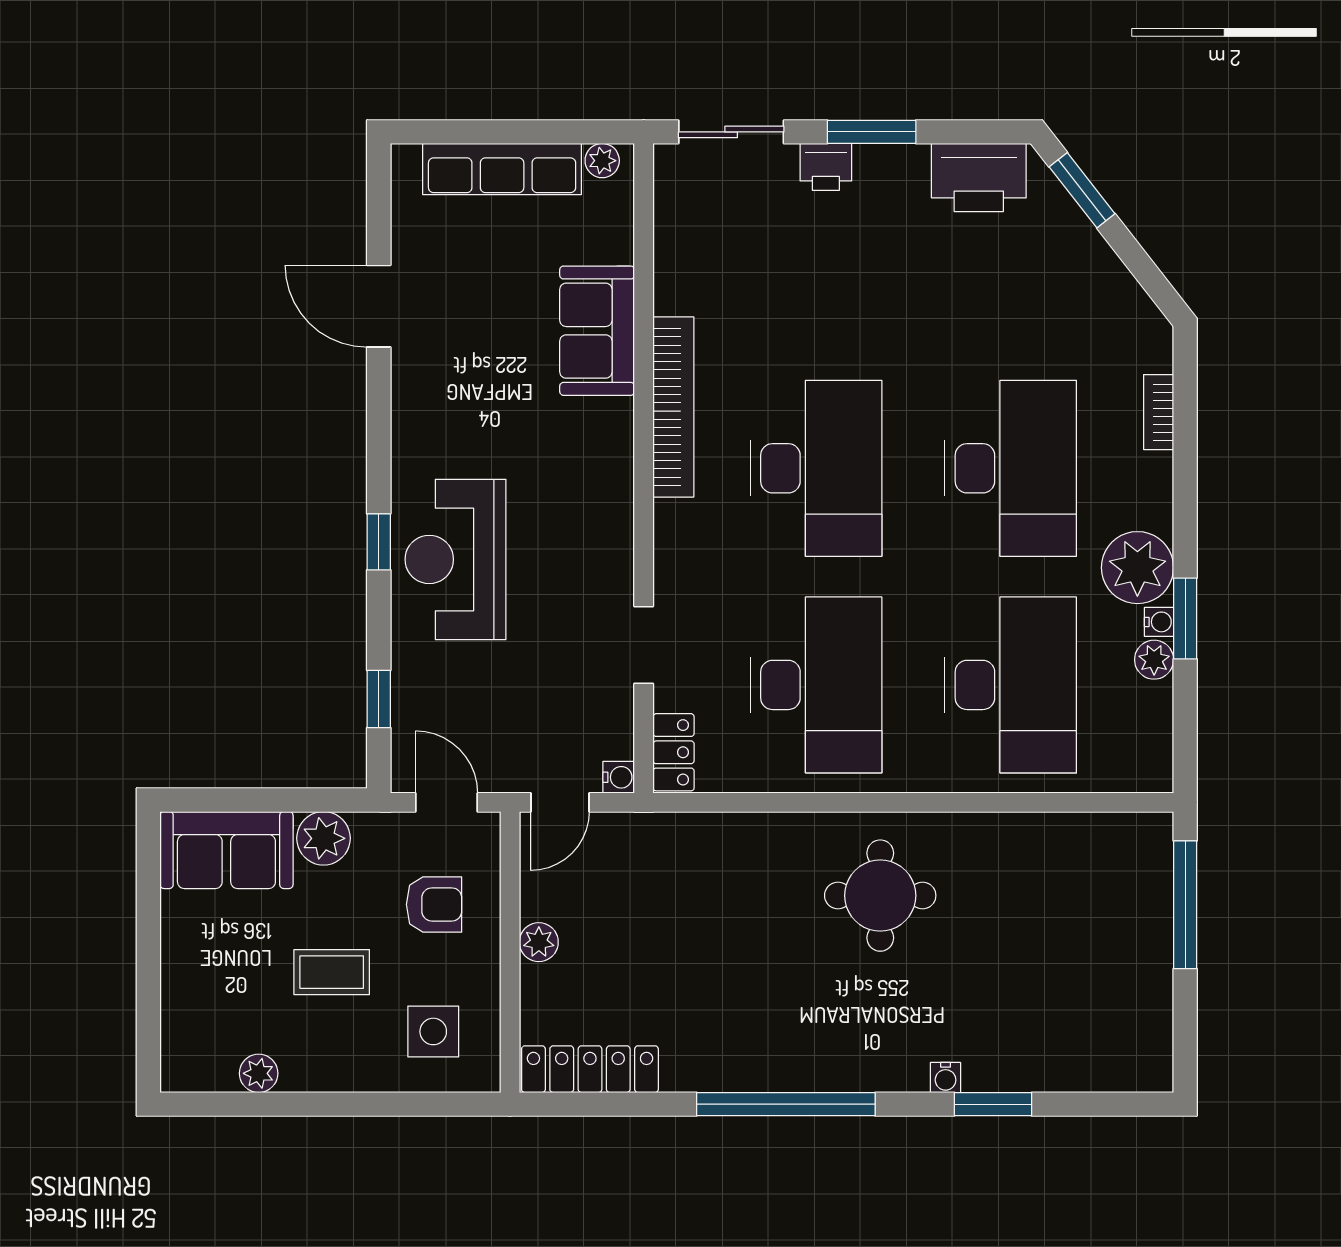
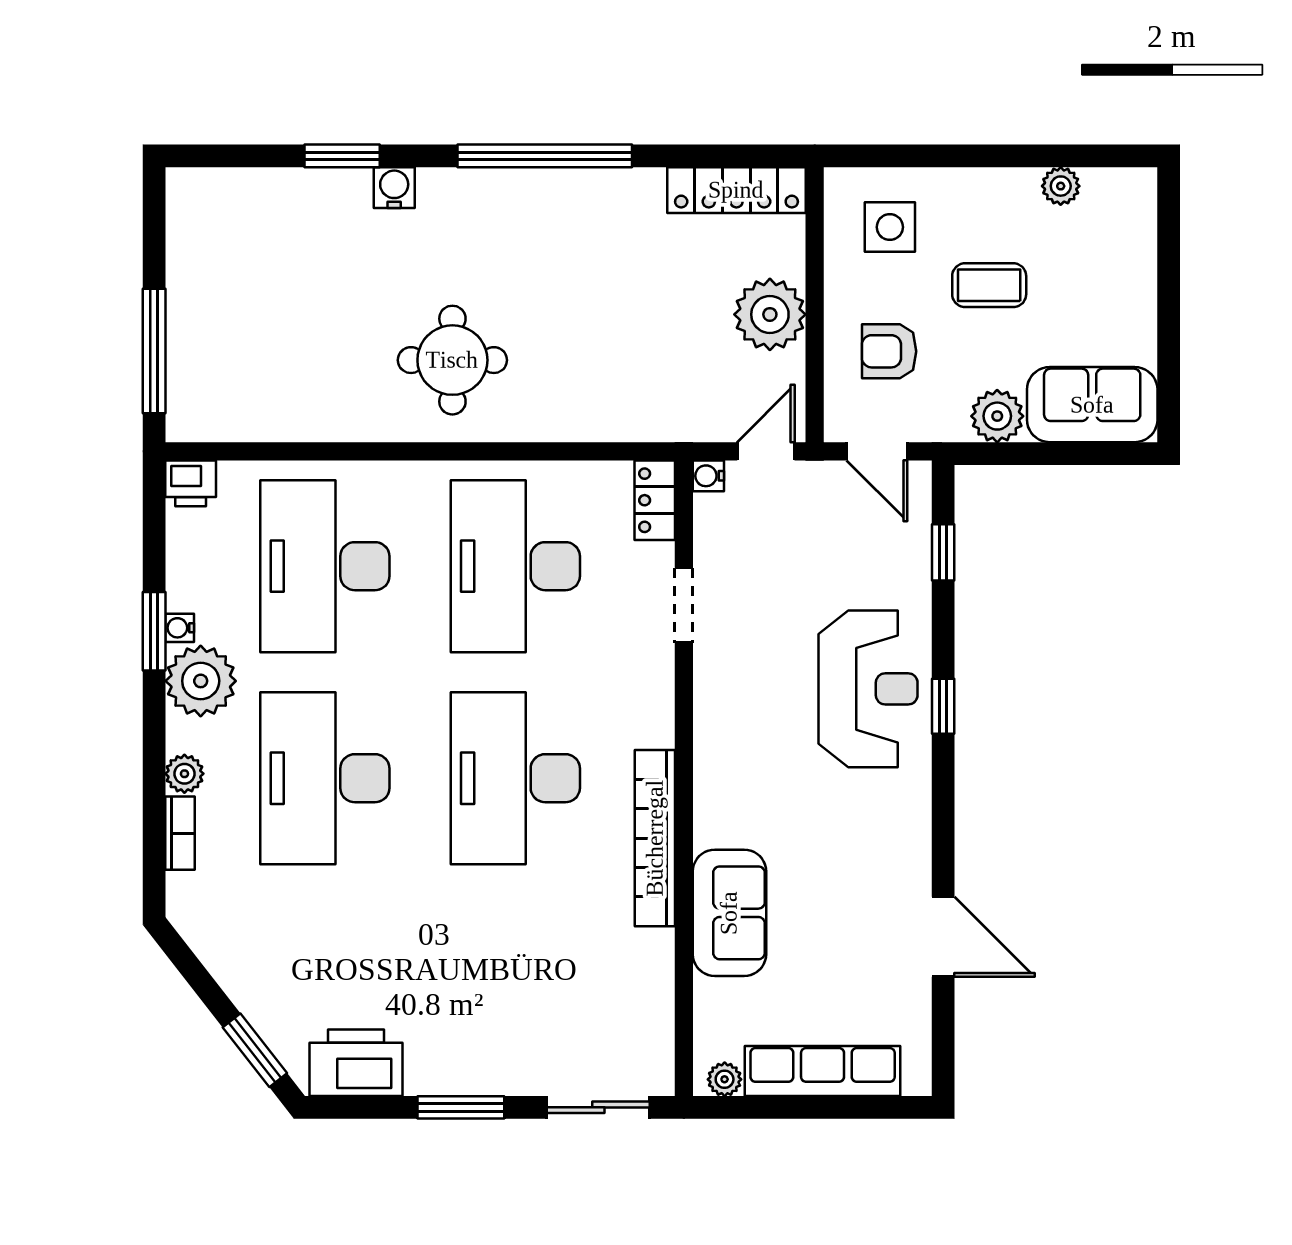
printer: (826, 167) -> (191, 483), moved, turned 180
plant: (1154, 660) -> (184, 774), moved
plant: (539, 942) -> (770, 314), width x1.87, depth x1.87
water cooler: (946, 1078) -> (394, 188), width x1.38, depth x1.38

